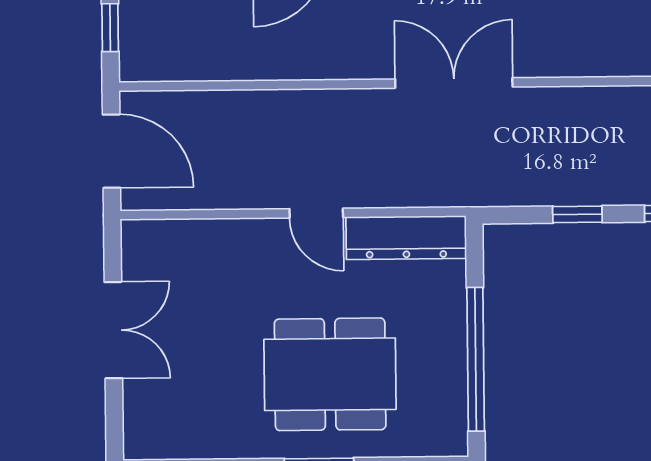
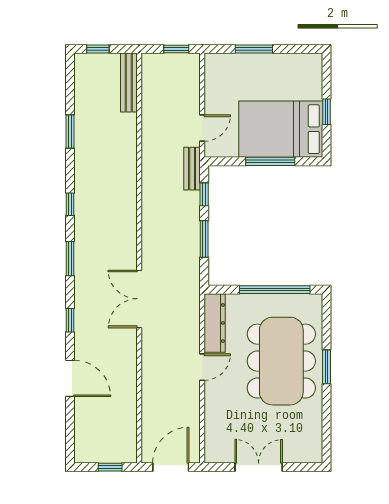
window: (577, 214) -> (204, 239), width x1.50
dining table: (330, 374) -> (281, 361), width x1.36, depth x1.24

